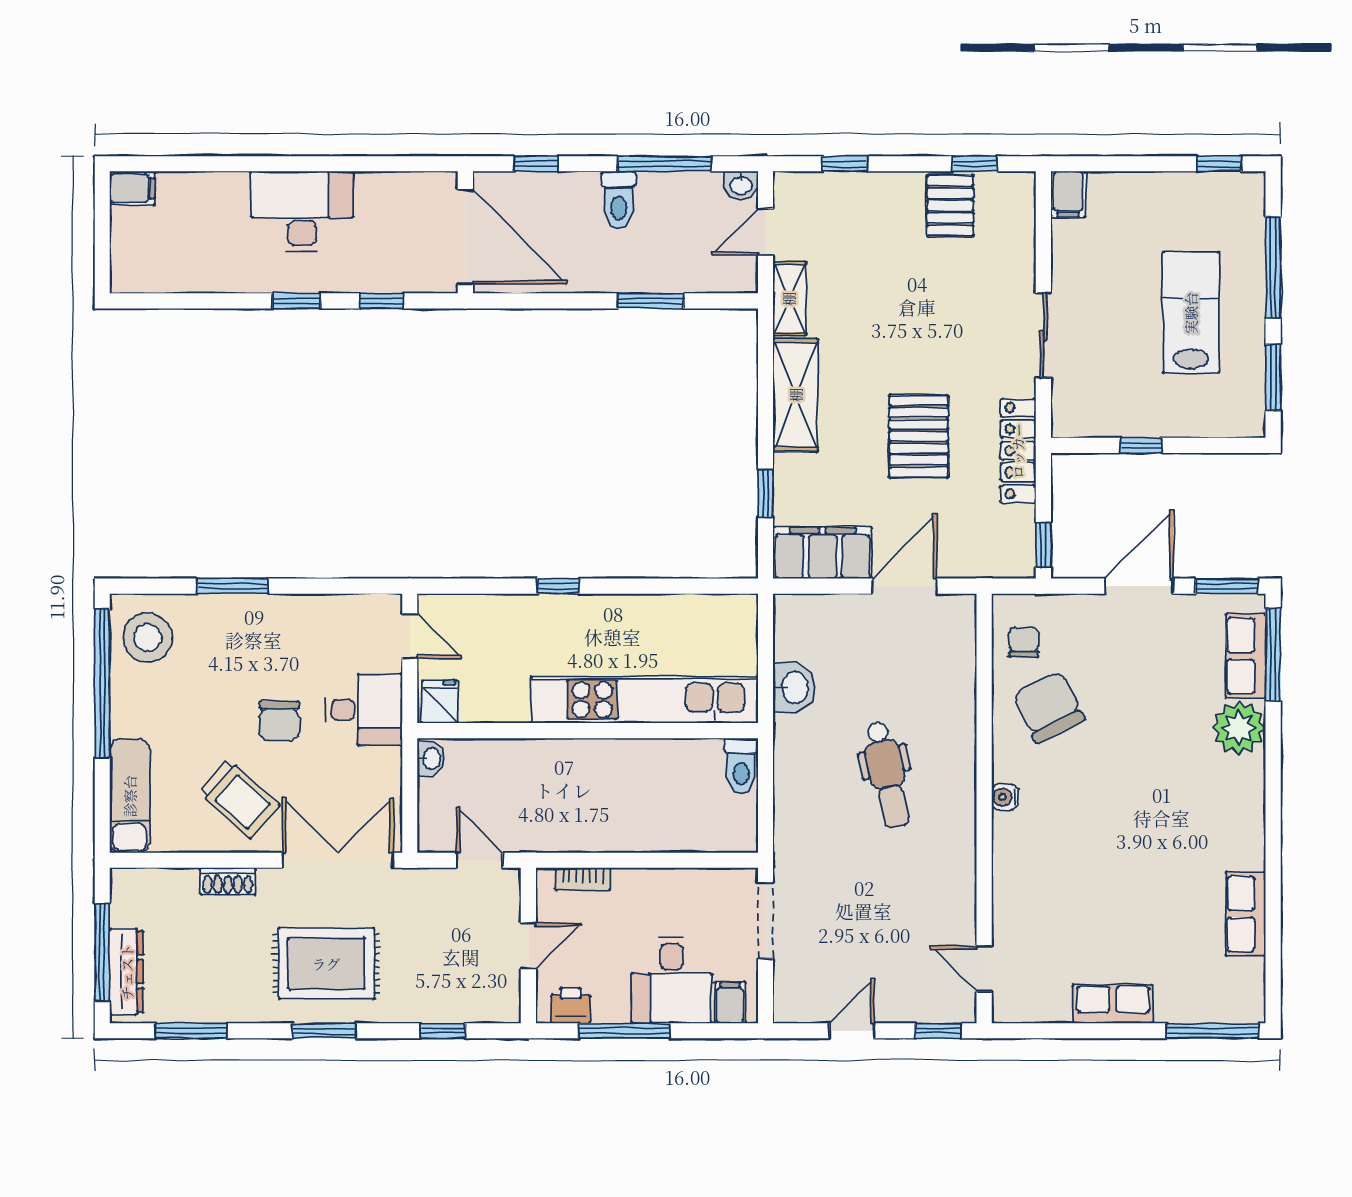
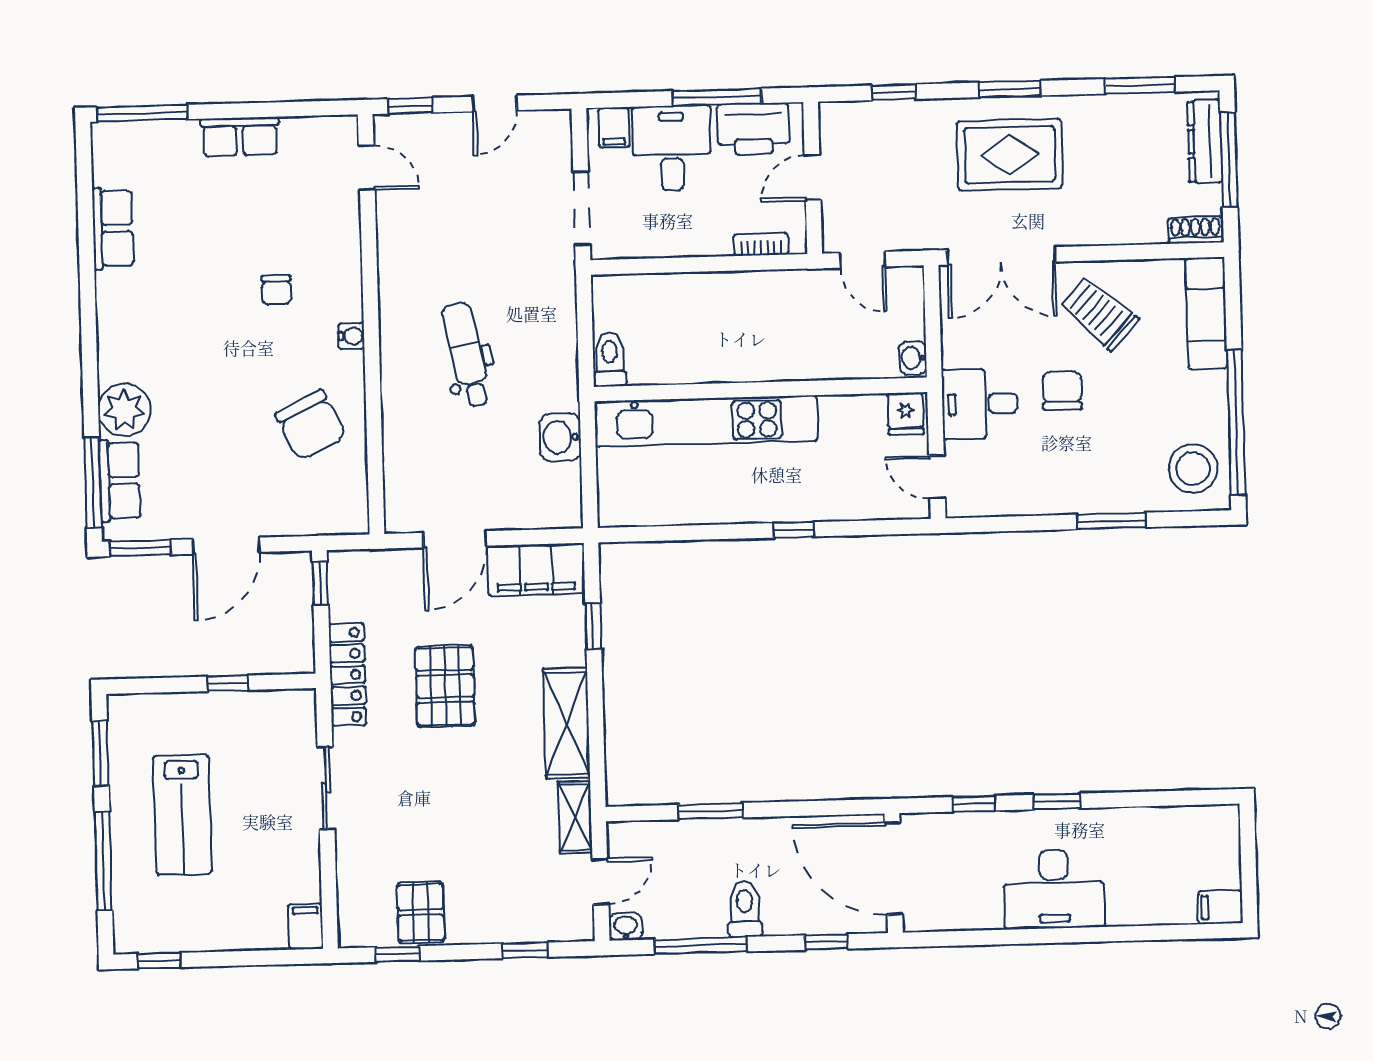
chair: (1024, 642) -> (276, 290), moved
shoe rack: (228, 881) -> (1195, 230), moved
printer: (571, 1006) -> (753, 129), width x1.87, depth x1.48

